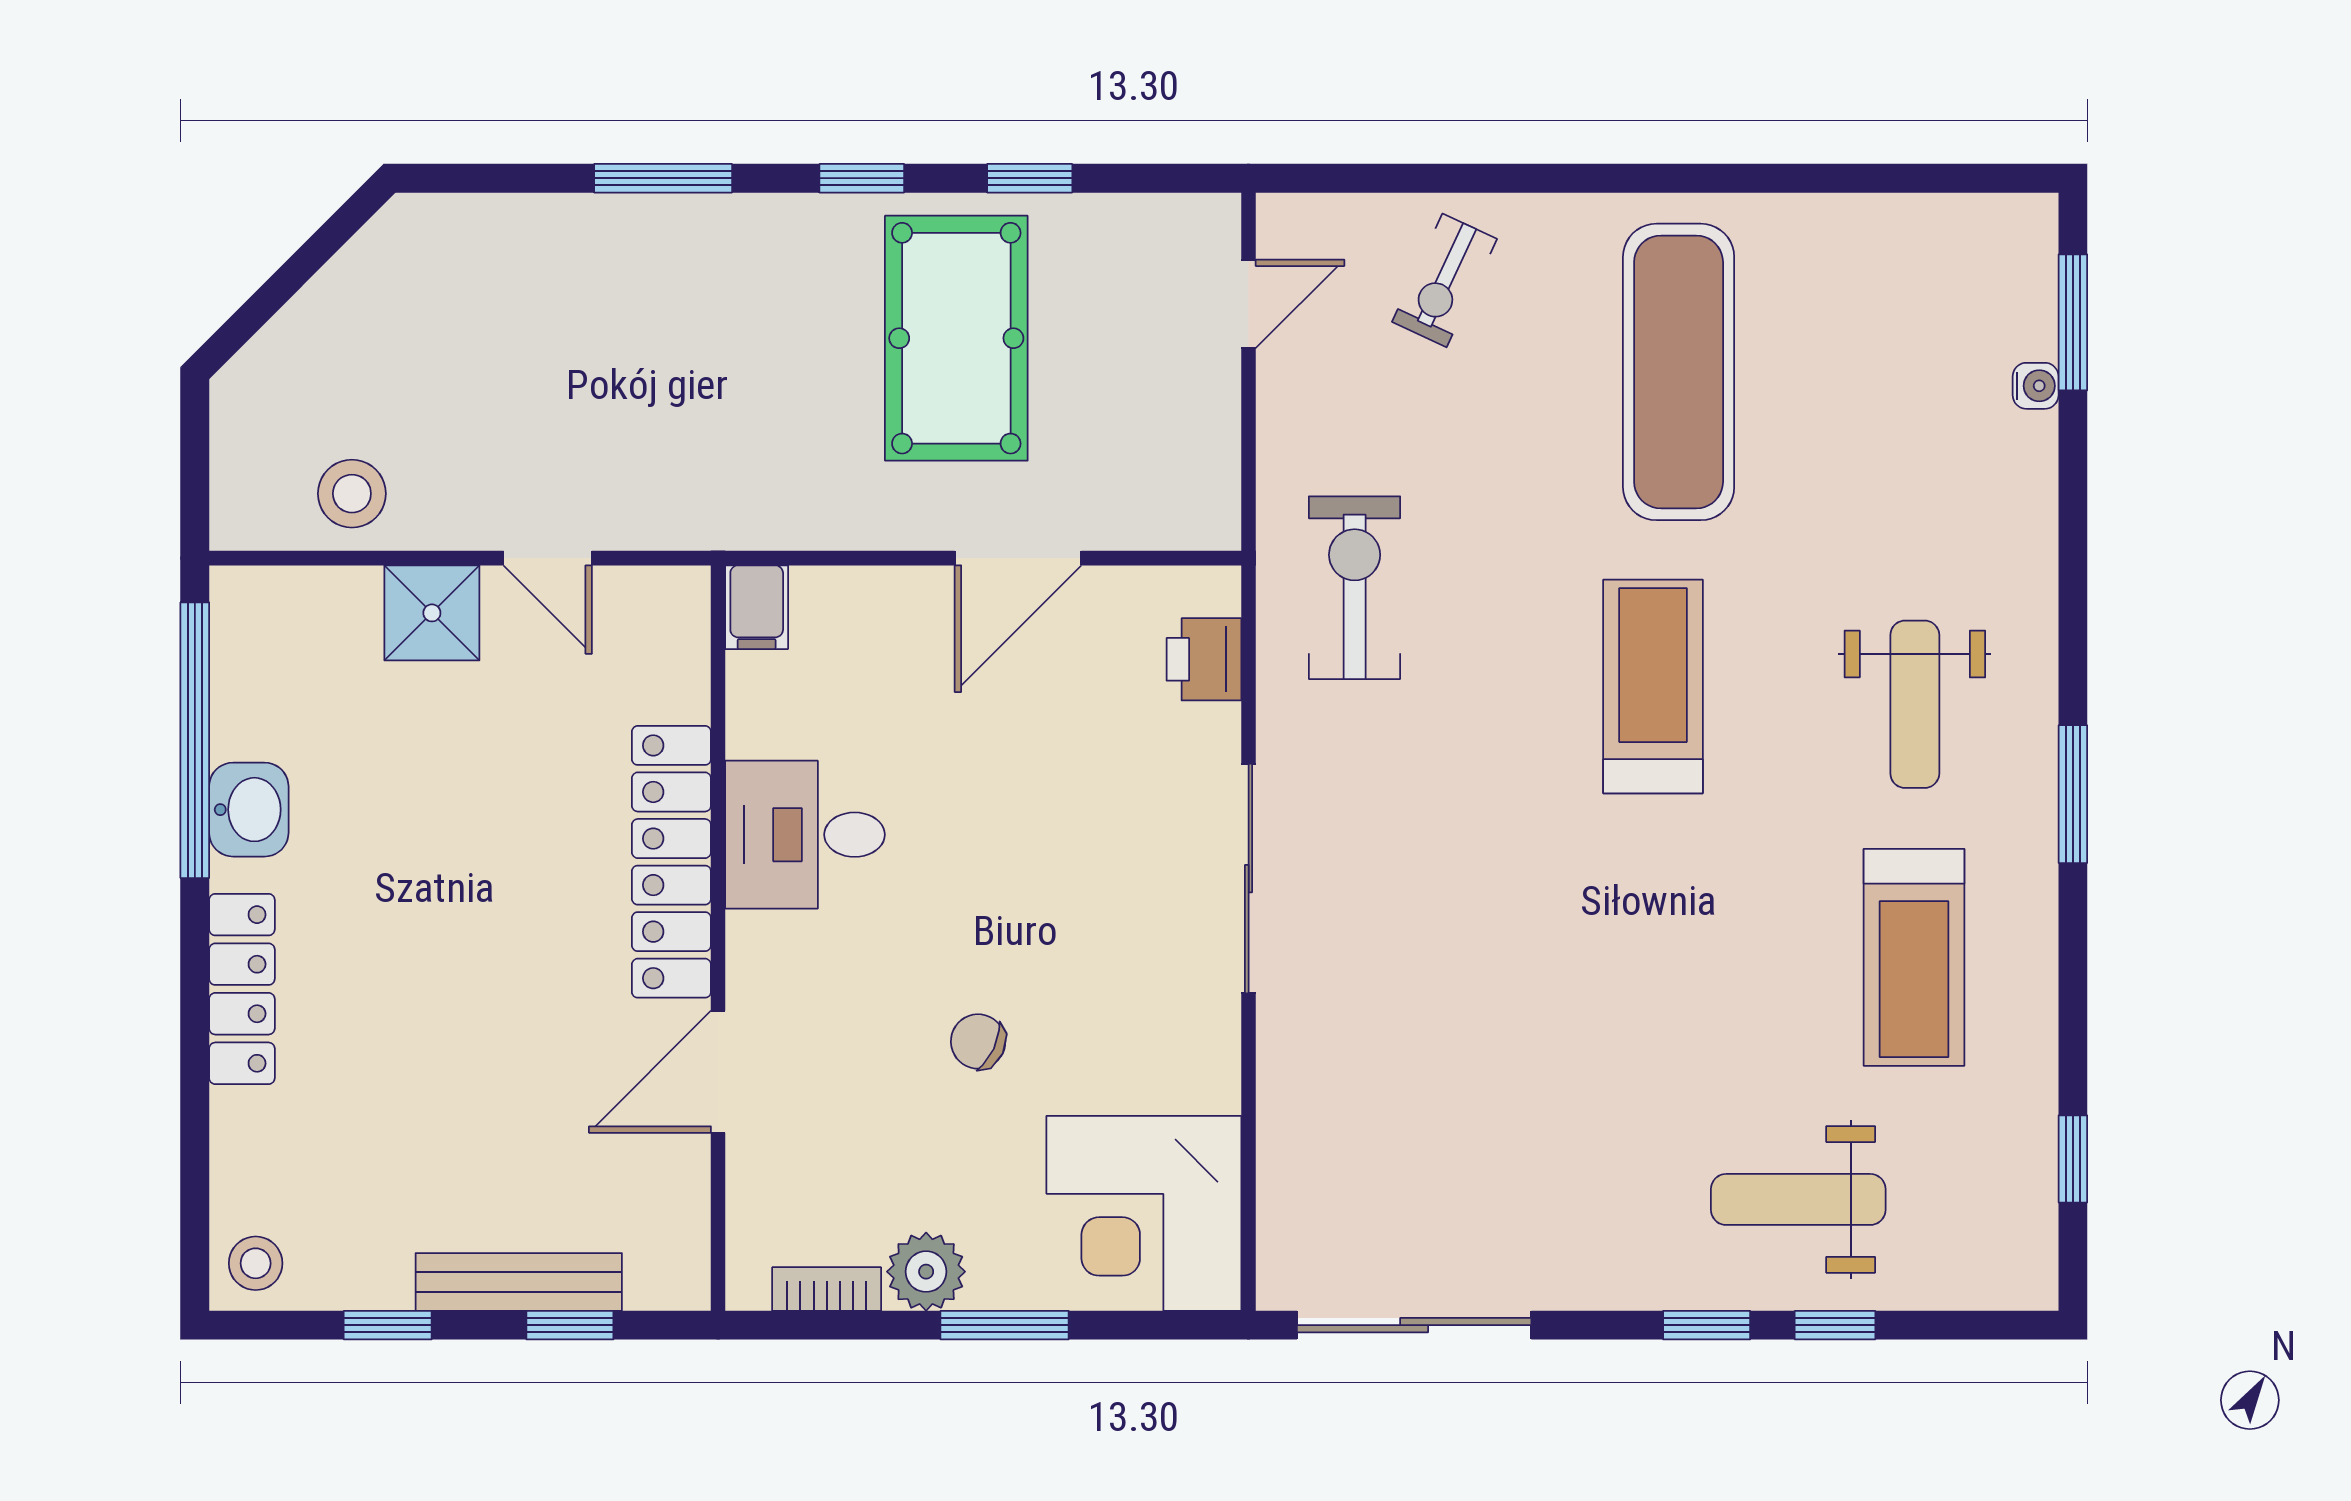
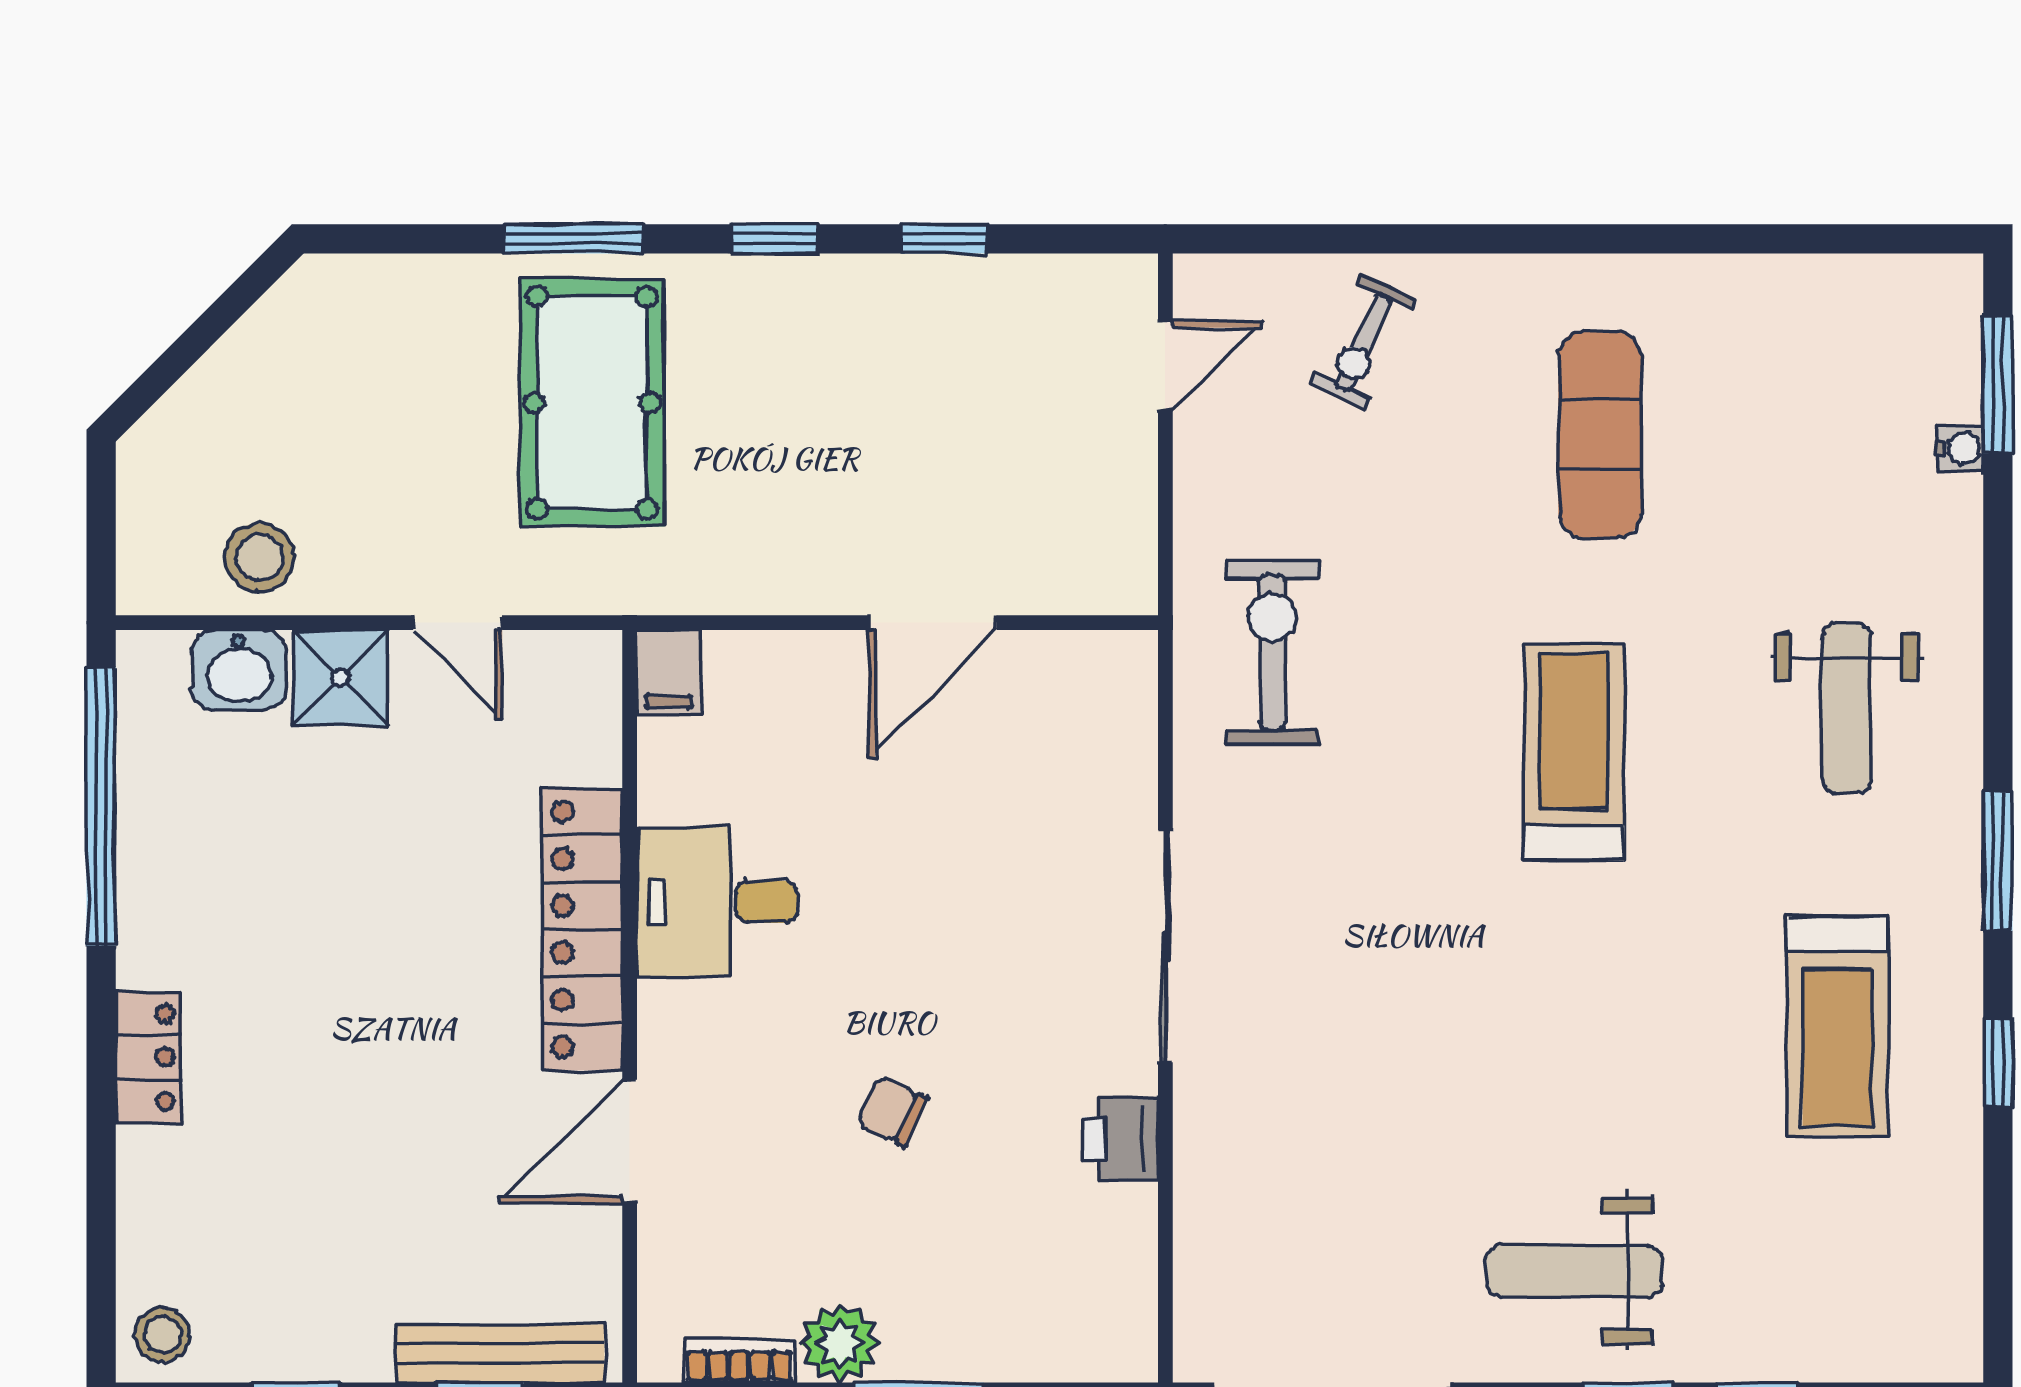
pool table: (956, 338) -> (592, 403), moved
exercise mat: (1679, 372) -> (1600, 435), width x0.73, depth x0.69
printer: (1204, 659) -> (1120, 1139), moved
weight bench: (1915, 704) -> (1846, 708), moved
washbasin: (249, 810) -> (239, 670), moved, turned 90
locker: (242, 989) -> (149, 1058), width x0.66
window: (2073, 1159) -> (1998, 1062), moved
weight bench: (1798, 1199) -> (1574, 1271), moved
corner desk: (1144, 1213) -> (1060, 1284), removed
bench: (519, 1282) -> (500, 1354), moved

